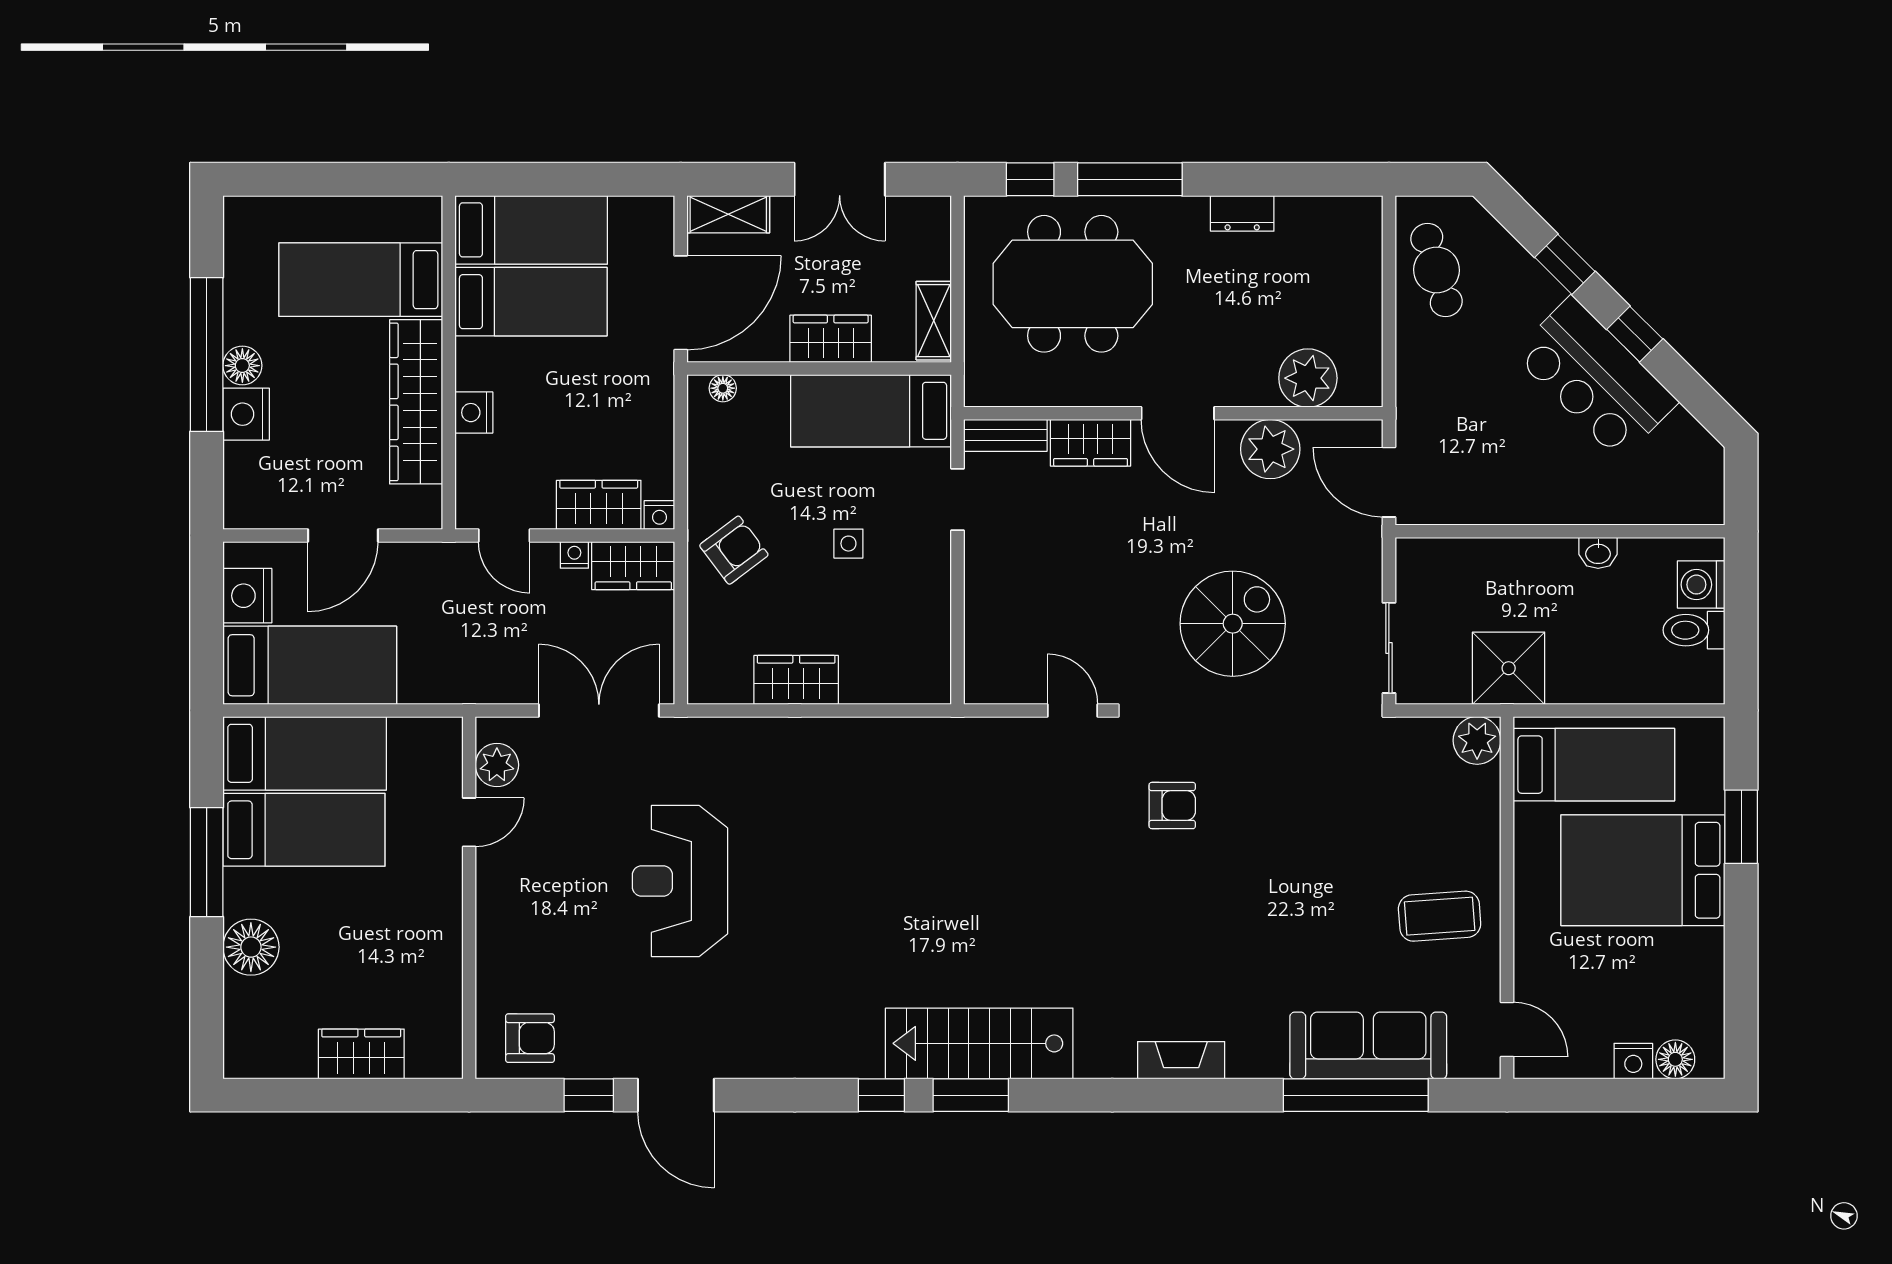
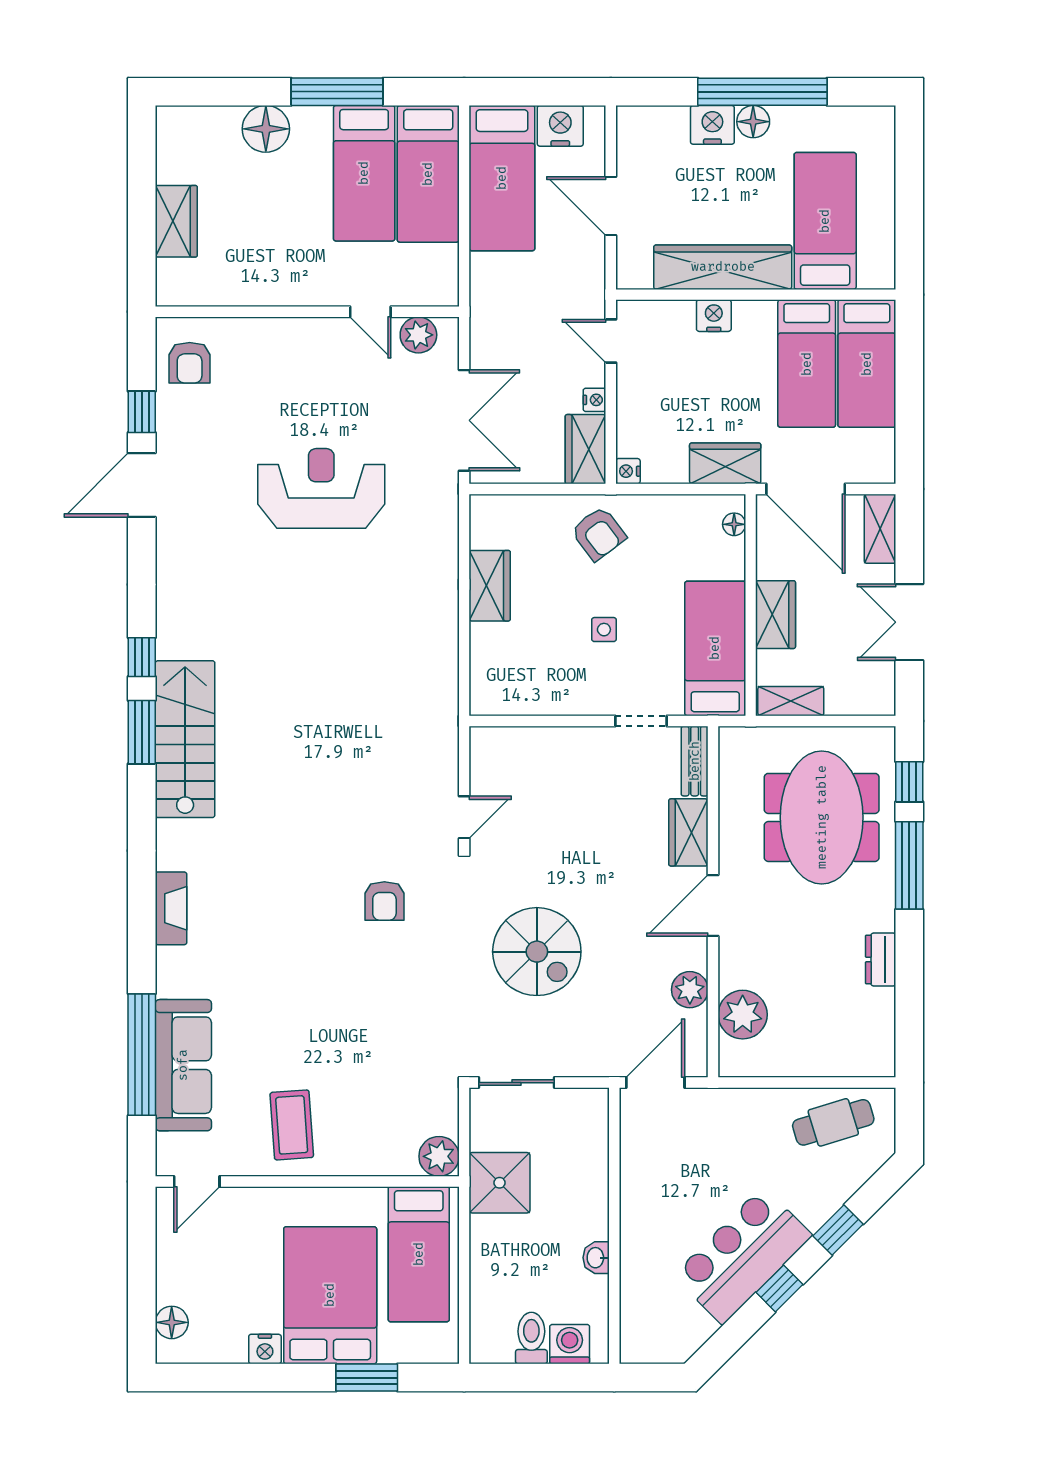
plant: (1270, 449) -> (690, 990), width x0.73, depth x0.73
wardrobe: (599, 505) -> (725, 463), moved, turned -90
door: (504, 535) -> (611, 341), hinge flipped
nightstand: (1633, 1061) -> (265, 1349), moved, turned -90

